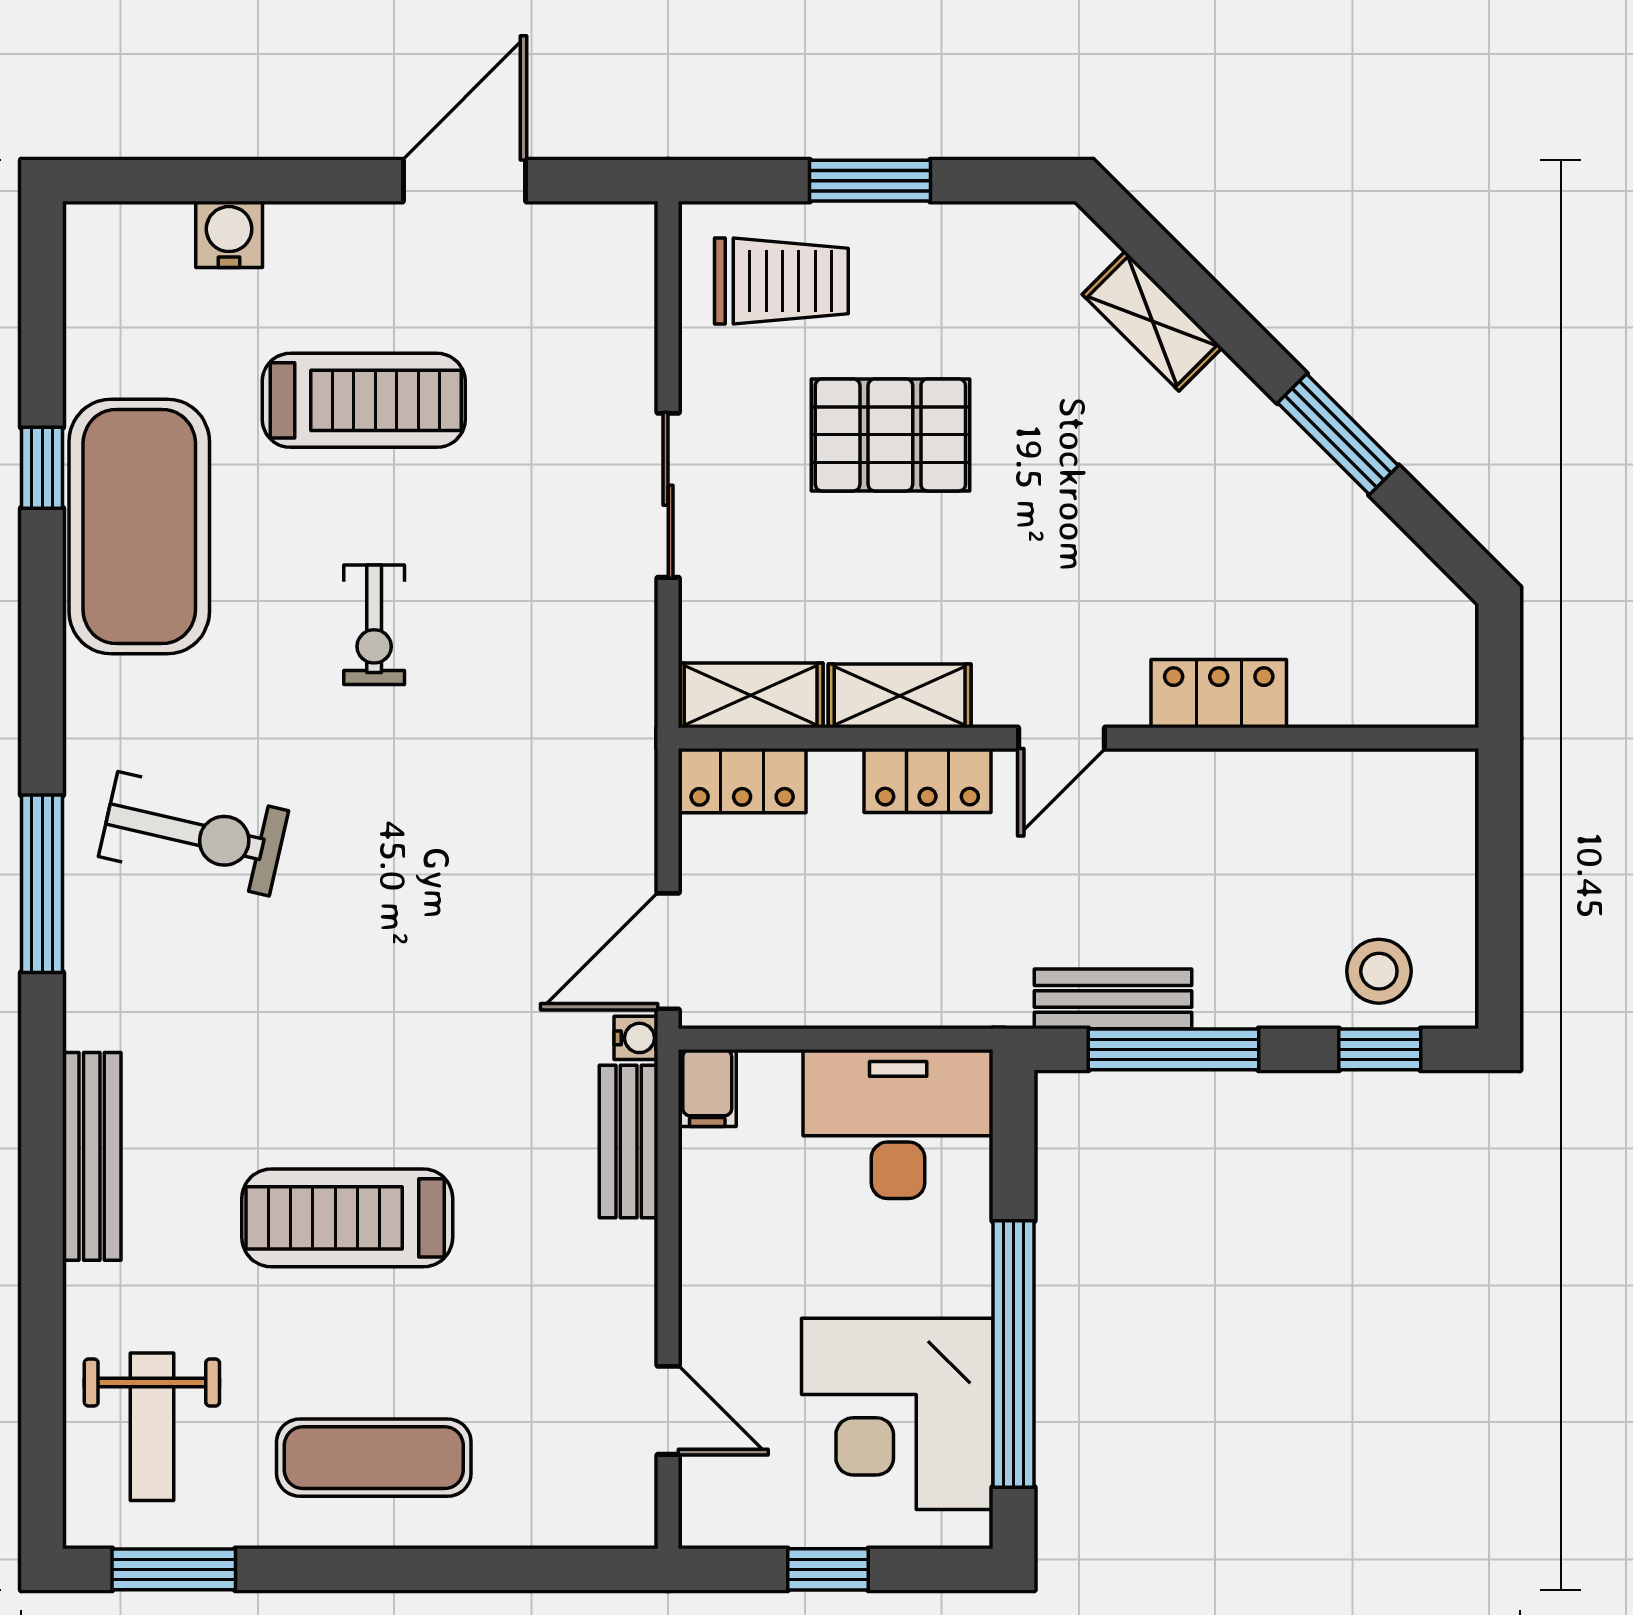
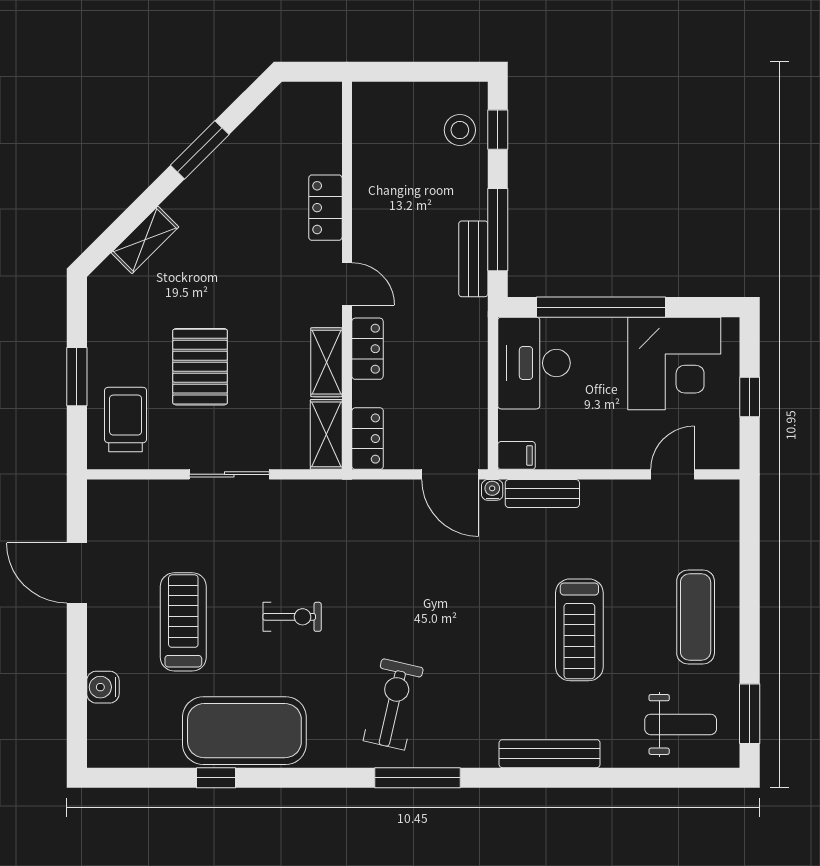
window: (1014, 1354) -> (601, 307), moved

